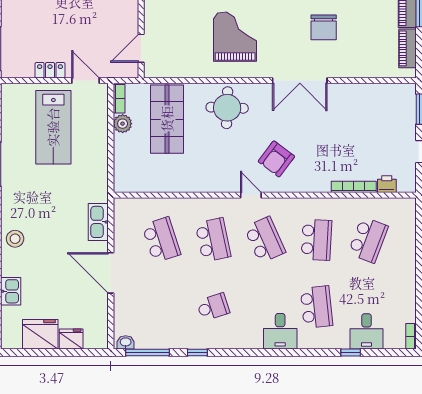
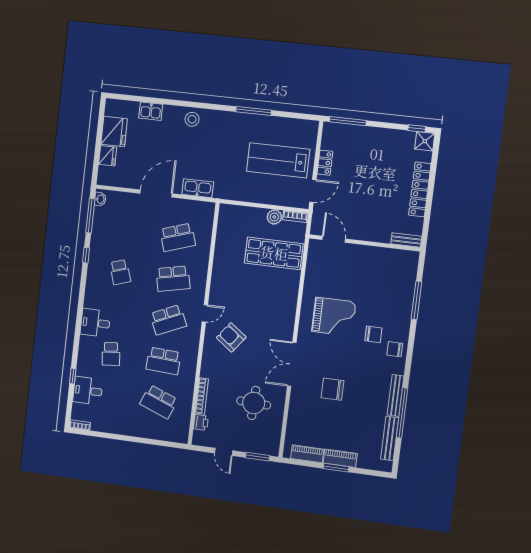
round table: (227, 108) -> (254, 403), moved
school desk: (316, 307) -> (111, 354), width x0.54

